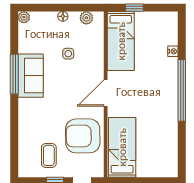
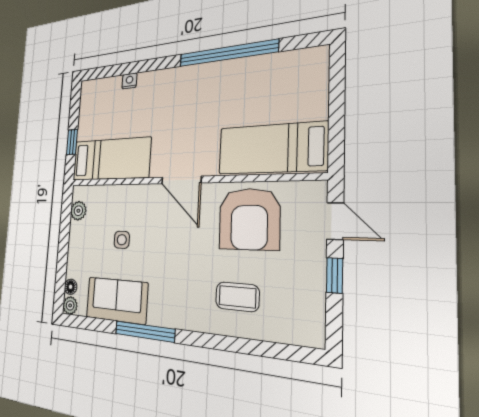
floor lamp: (63, 16) -> (71, 287), moved
sofa: (31, 76) -> (117, 300), moved
window: (182, 90) -> (227, 53), moved
coffee table: (49, 155) -> (237, 297), moved

